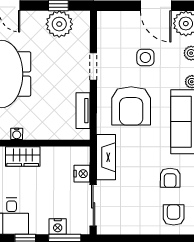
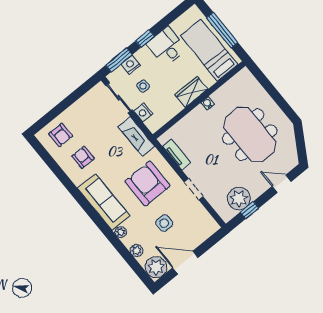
side table: (62, 198) -> (143, 86), added

